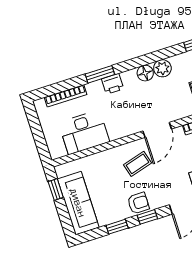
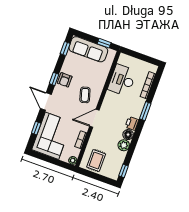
printer: (113, 84) -> (132, 123), moved
door: (157, 130) -> (94, 118), hinge flipped
window: (117, 227) -> (65, 49), moved

